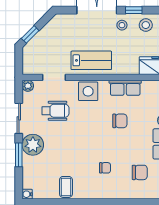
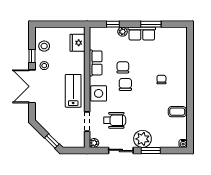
wheelchair: (55, 111) -> (115, 120), turned 90
chair: (140, 172) -> (125, 84), moved

